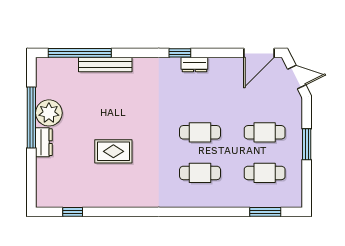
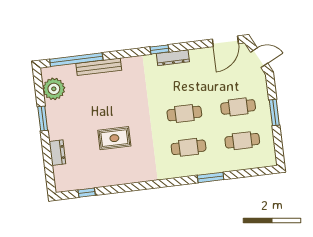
dresser: (194, 65) -> (173, 58), width x1.44
plant: (49, 113) -> (54, 89), moved
window: (31, 118) -> (43, 118), width x0.47
dresser: (44, 142) -> (57, 153), moved
window: (265, 212) -> (211, 177), moved

